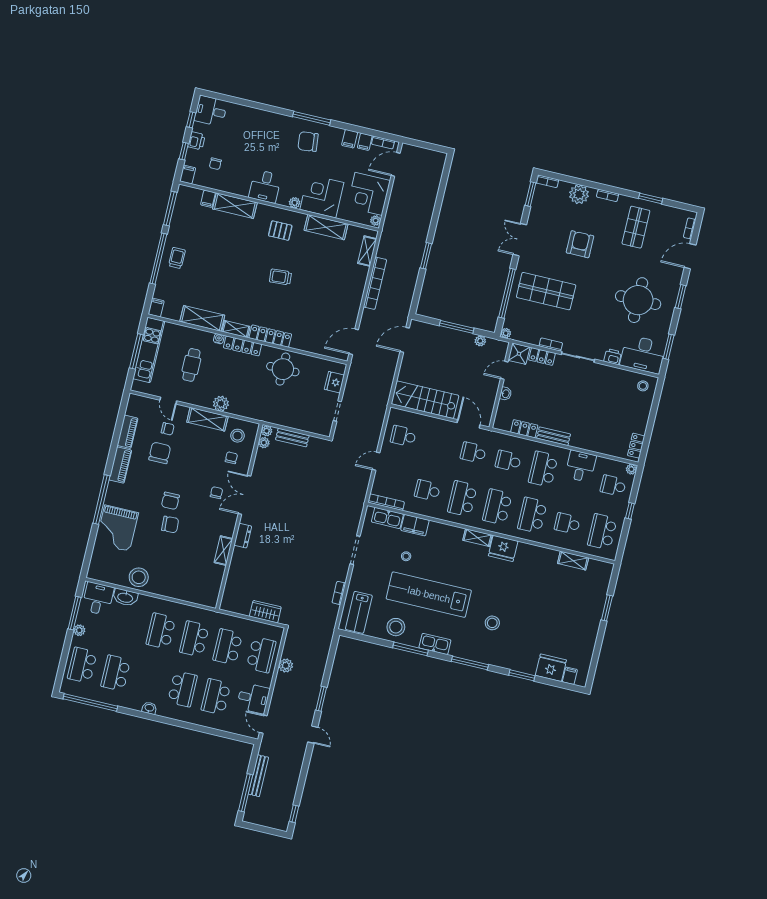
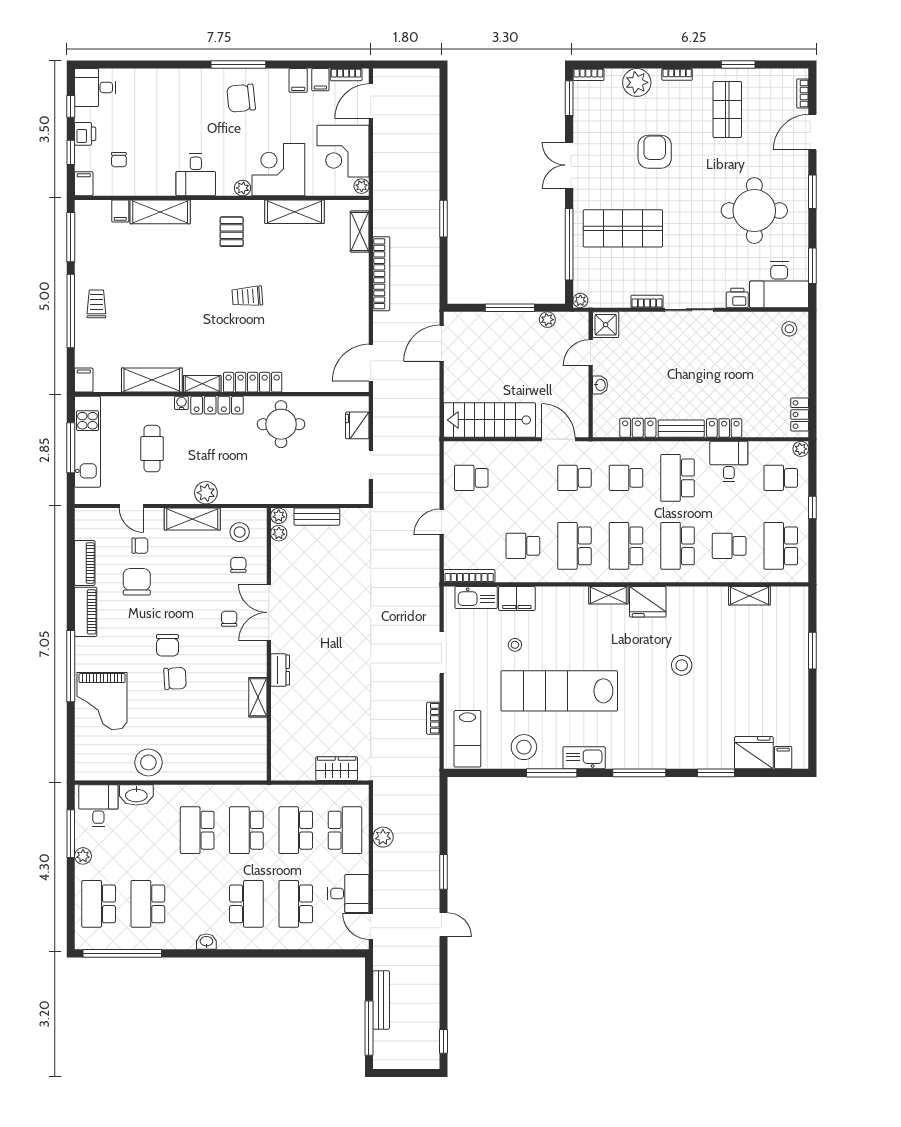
pallet: (280, 231) -> (232, 232), turned 90
locker: (542, 356) -> (724, 428), moved, turned 180
stool: (492, 623) -> (682, 665), moved

